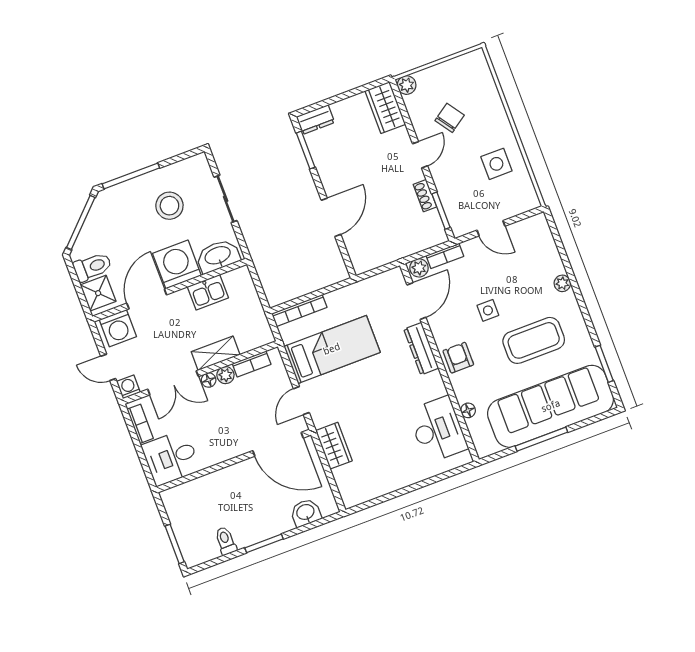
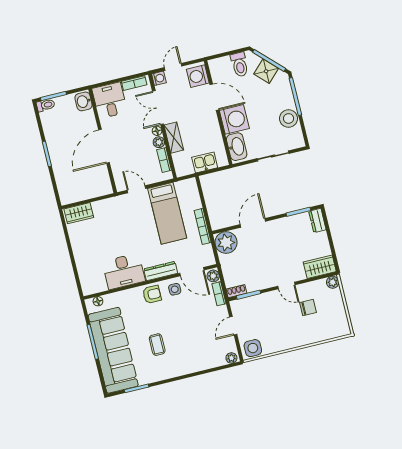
chair: (450, 118) -> (308, 308), turned -55
side table: (496, 164) -> (253, 348), moved
shoe rack: (425, 196) -> (236, 291), moved
stool: (169, 206) -> (289, 118), moved
door: (331, 217) -> (253, 223), swing flipped
plant: (366, 254) -> (226, 242), added
plant: (562, 283) -> (231, 358), moved
kitchen sink: (208, 292) -> (205, 162), moved, turned 90
shower: (98, 293) -> (266, 71), moved, turned 45
bookcase: (299, 310) -> (203, 226), moved
side table: (488, 310) -> (175, 289), moved
coffee table: (534, 340) -> (157, 345), width x0.54, depth x0.58
floor lamp: (468, 410) -> (98, 301), moved
desk: (438, 430) -> (124, 271), moved
door: (278, 444) -> (104, 146), moved
wardrobe: (334, 446) -> (79, 213), moved
washbasin: (306, 513) -> (84, 101), moved, turned 180
toilet: (226, 541) -> (46, 105), moved

